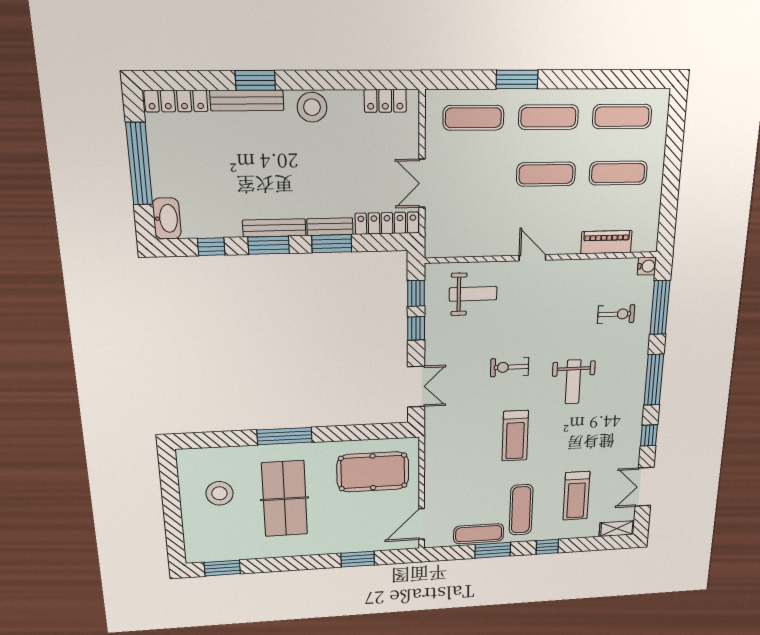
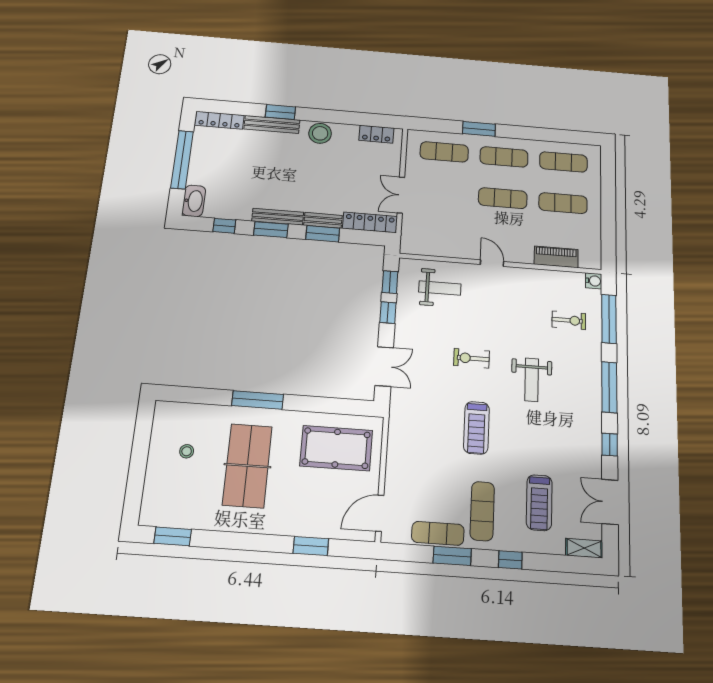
stool: (219, 493) -> (187, 451), width x0.53, depth x0.53

